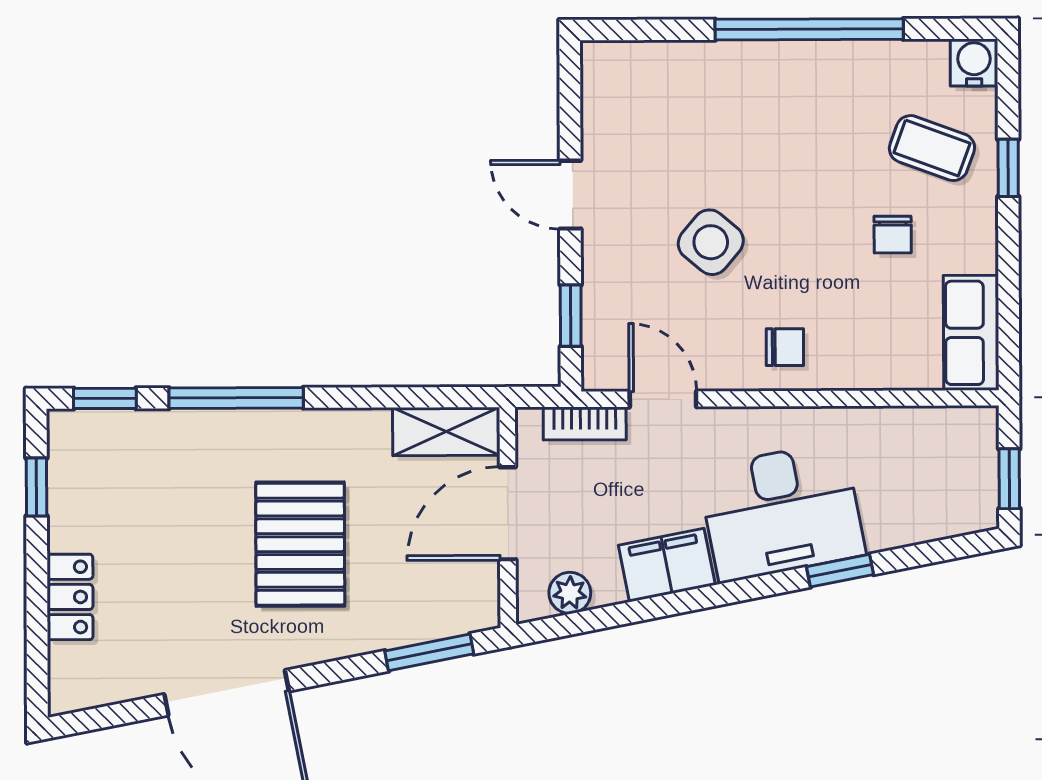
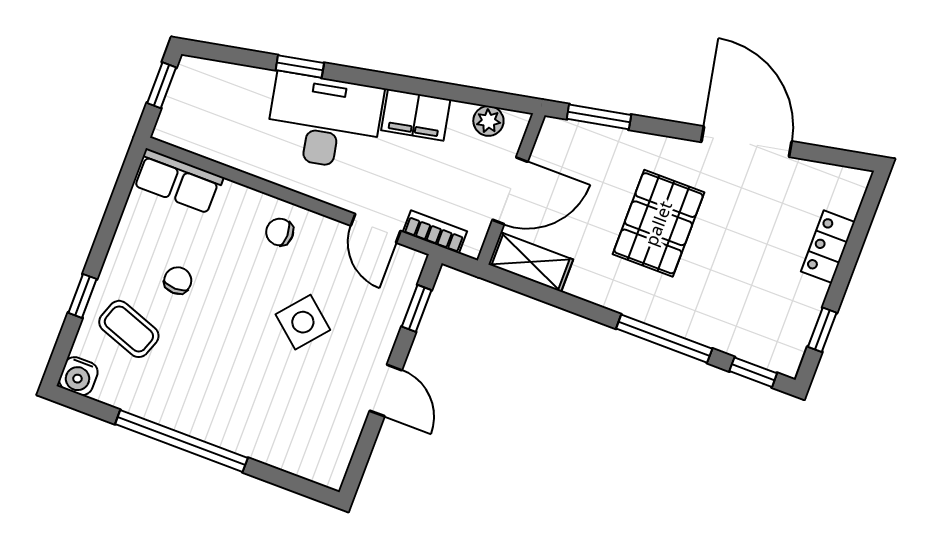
row of seats: (971, 333) -> (178, 181), moved, turned 90

